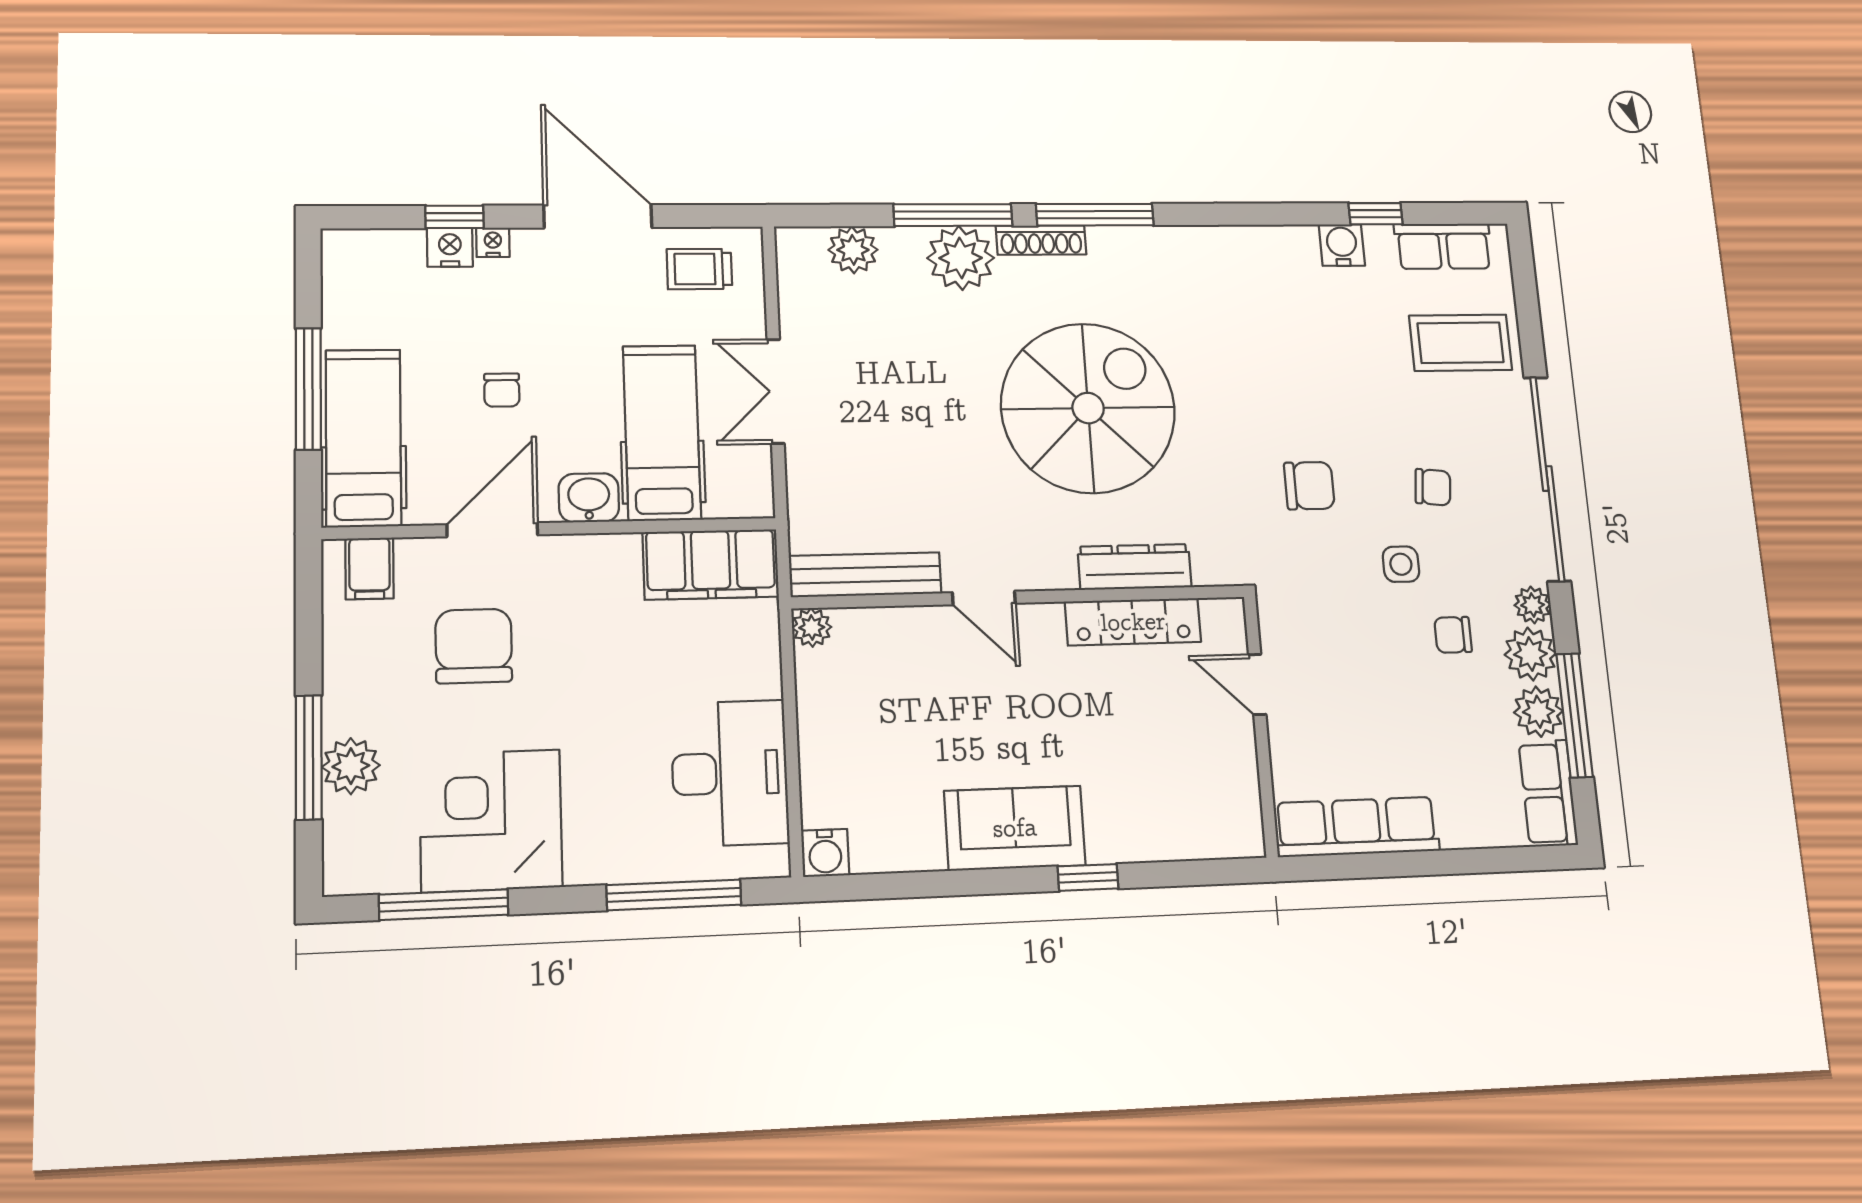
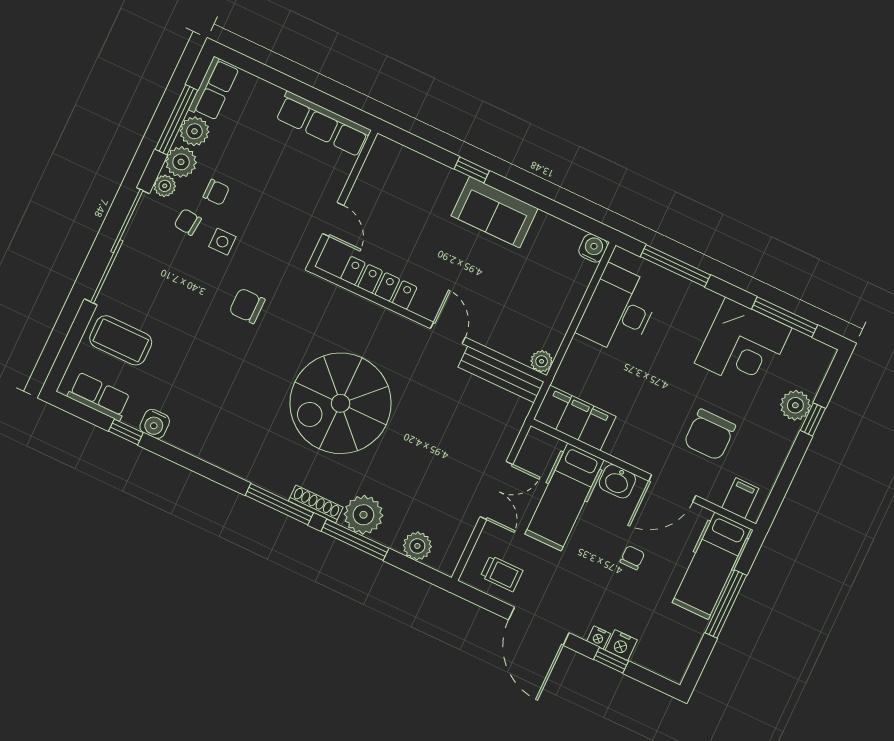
chair: (1433, 487) -> (188, 222), moved
dresser: (1135, 567) -> (362, 310), removed
window: (309, 757) -> (813, 419), width x0.46

